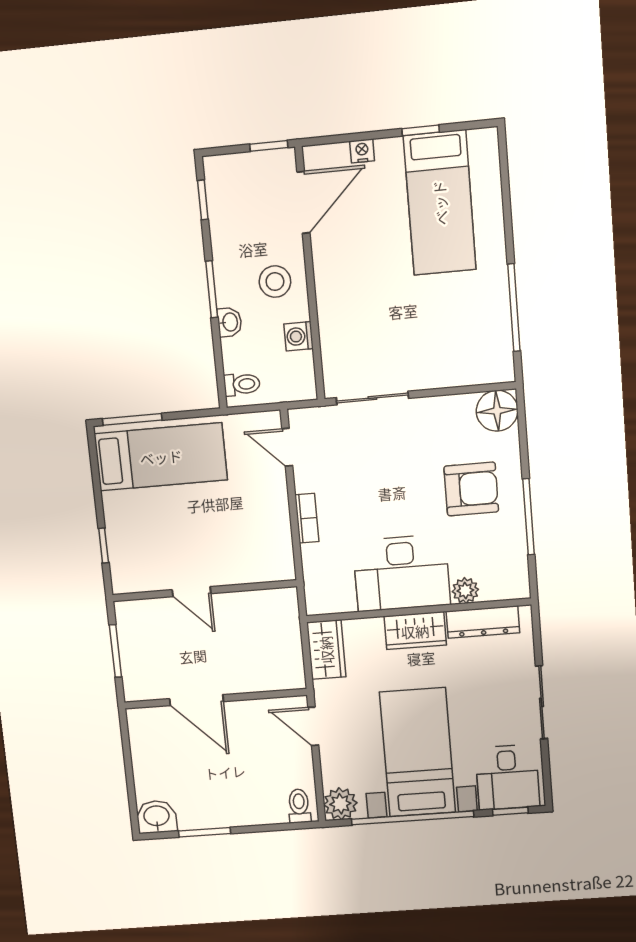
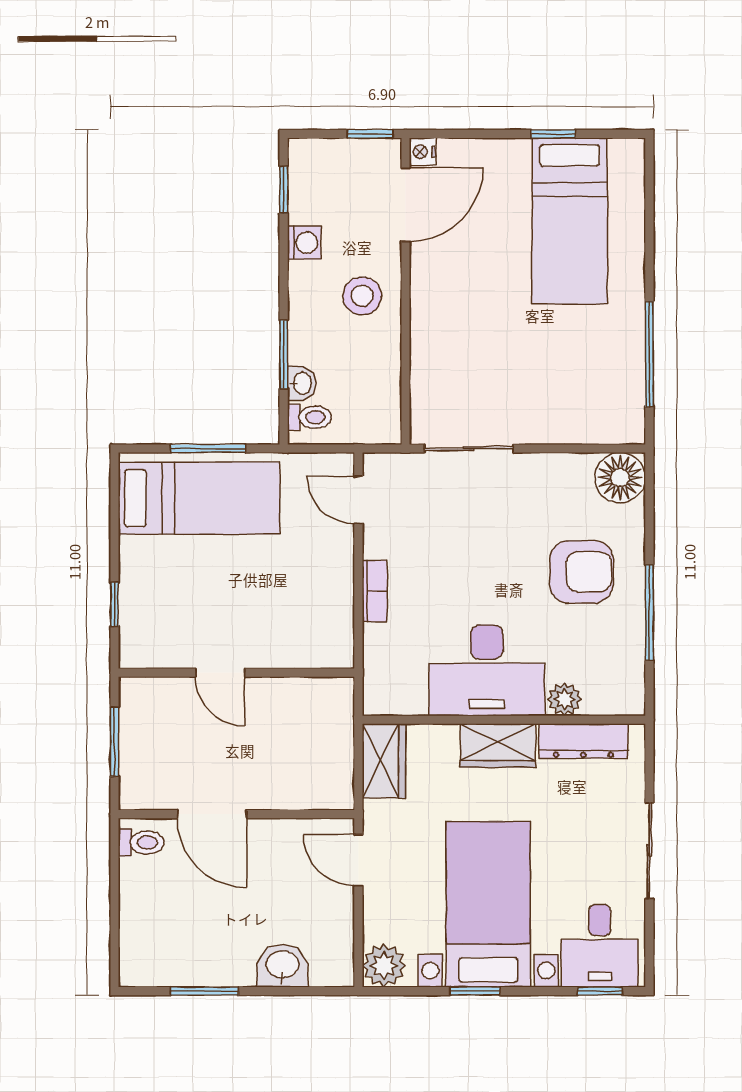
nightstand: (362, 151) -> (423, 152), moved, turned -90
window: (212, 289) -> (284, 354), moved
washbasin: (229, 322) -> (302, 383), moved
washing machine: (299, 336) -> (304, 243), moved, turned 180
window: (132, 419) -> (208, 448), moved
toilet: (299, 806) -> (141, 843), moved, turned 90
washbasin: (157, 817) -> (282, 966), moved
window: (412, 818) -> (475, 991), width x0.32

